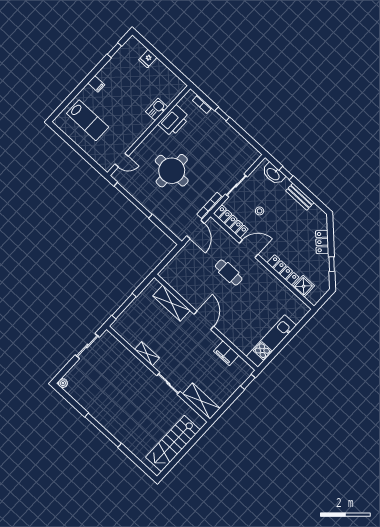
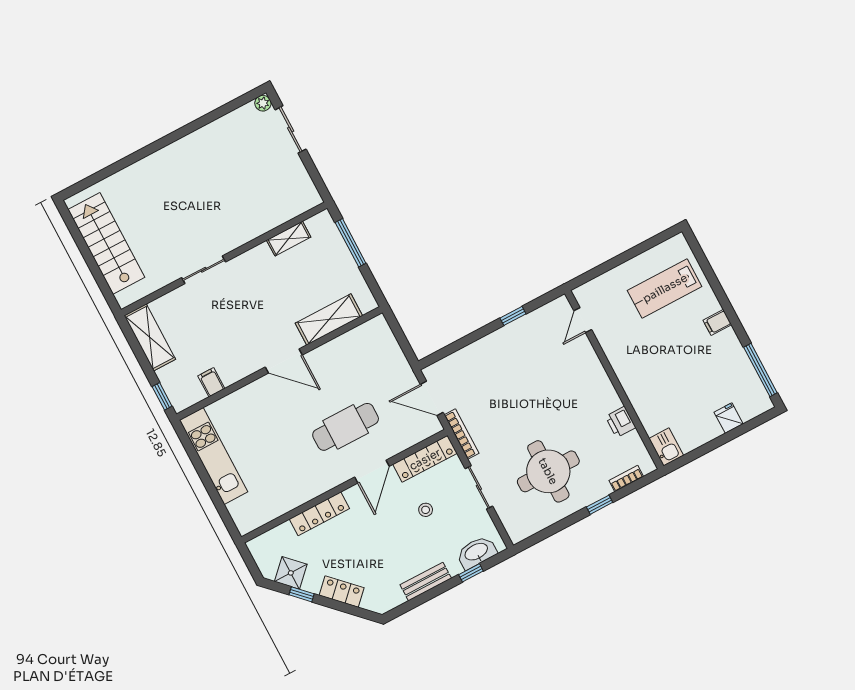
window: (114, 50) -> (760, 370), width x2.17
kitchen sink: (157, 109) -> (666, 447), moved
printer: (174, 121) -> (621, 422), width x0.53, depth x0.68
round table: (172, 171) -> (548, 471), moved
window: (133, 200) -> (513, 316), width x0.32
cafe table: (229, 272) -> (346, 427), width x1.37, depth x1.35
shower: (304, 286) -> (291, 573), moved, turned 45
sliding door: (87, 346) -> (291, 129), moved
filing cabinet: (226, 353) -> (211, 382), width x0.50
shelving: (147, 354) -> (289, 239), moved
shelving: (201, 401) -> (150, 337), moved, turned 90
window: (103, 430) -> (166, 141), removed

